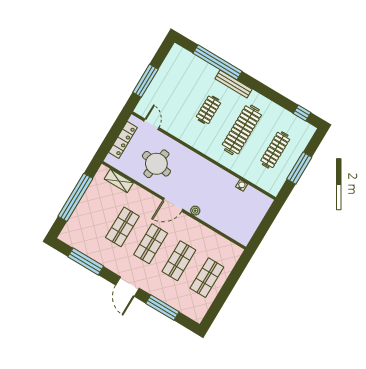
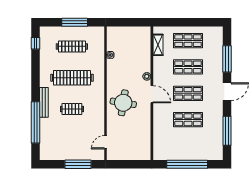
locker: (123, 140) -> (128, 155), removed
round table: (156, 164) -> (123, 103), moved
shelving: (119, 181) -> (158, 45), moved

